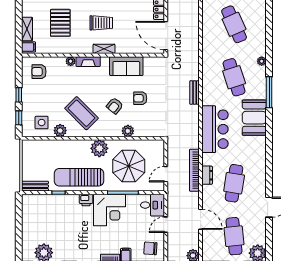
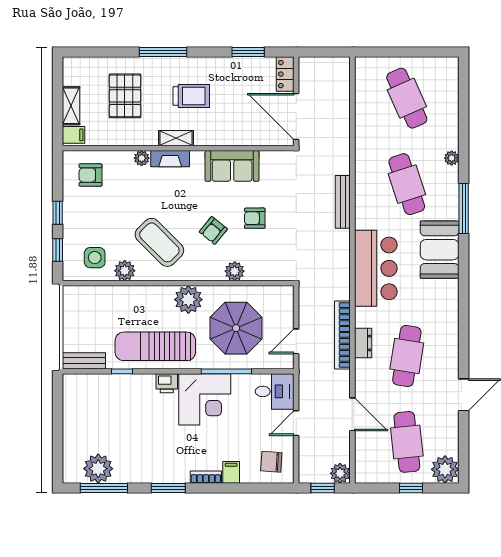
shelving: (104, 49) -> (176, 138), moved
bench: (195, 92) -> (343, 202), width x1.36

